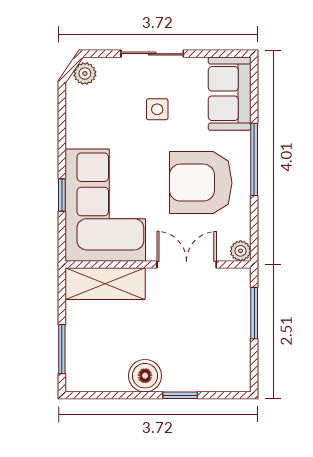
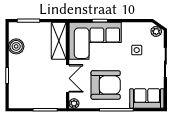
side table: (157, 109) -> (137, 50), moved
armchair: (201, 183) -> (106, 85), turned 90
boiler: (145, 376) -> (16, 46), moved

